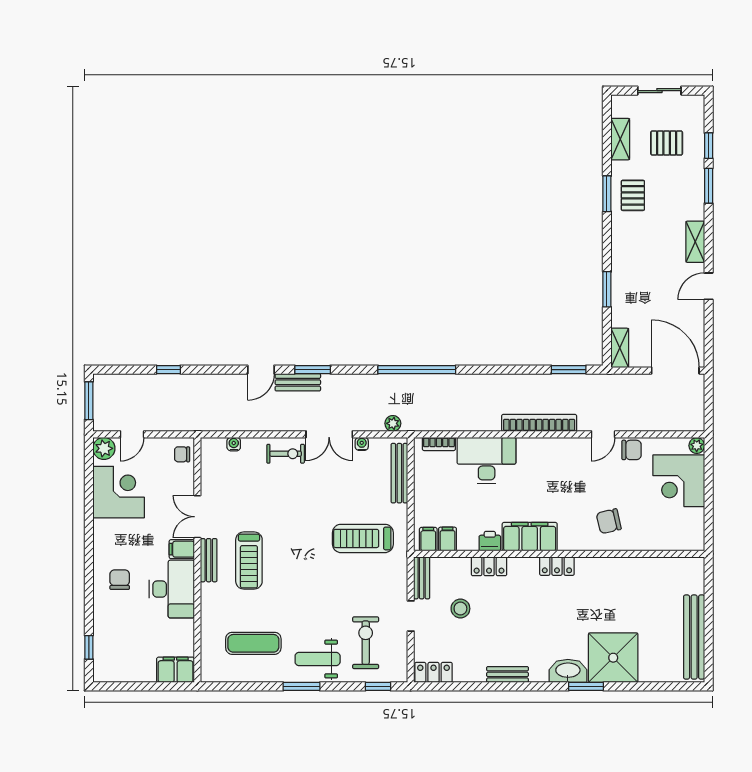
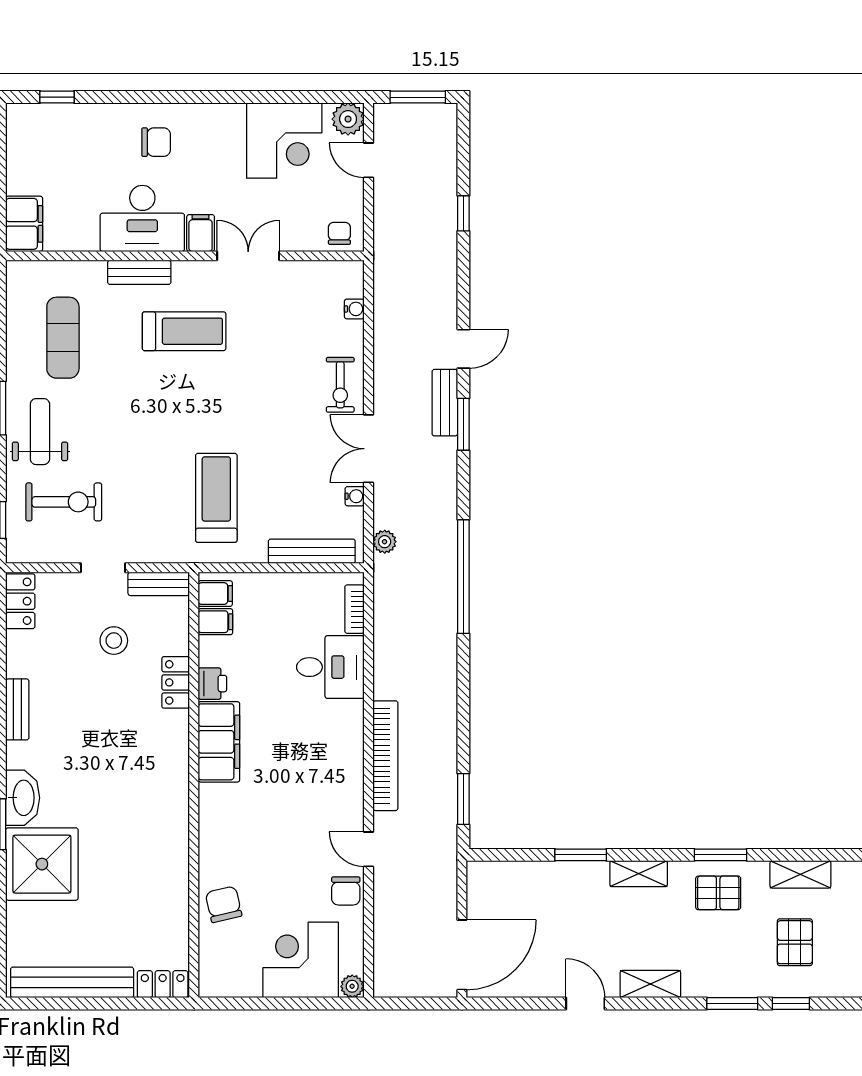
shelving: (620, 348) -> (639, 874), moved
door: (261, 370) -> (463, 349), swing flipped
desk: (487, 460) -> (330, 667), width x0.73
chair: (609, 521) -> (224, 904), moved
bench: (209, 560) -> (139, 272), moved
treadmill: (249, 560) -> (184, 331), turned 180
locker: (557, 566) -> (163, 984), moved, turned 90

